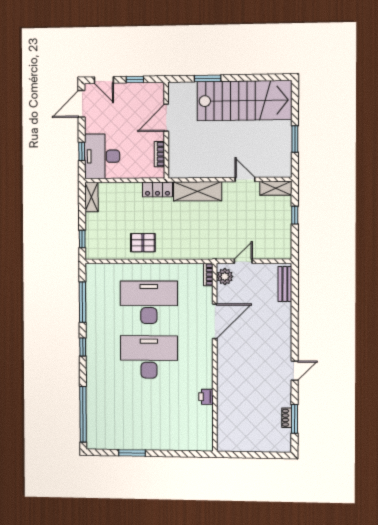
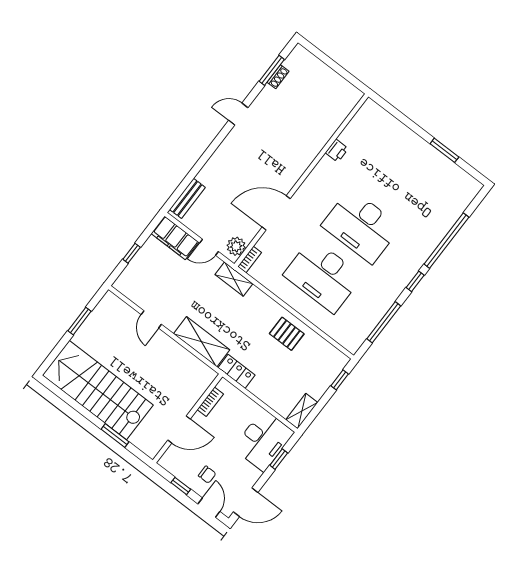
chair: (123, 102) -> (207, 475), added
shelving: (276, 188) -> (234, 279), moved
filing cabinet: (272, 250) -> (175, 238), added
window: (83, 414) -> (446, 241), moved

